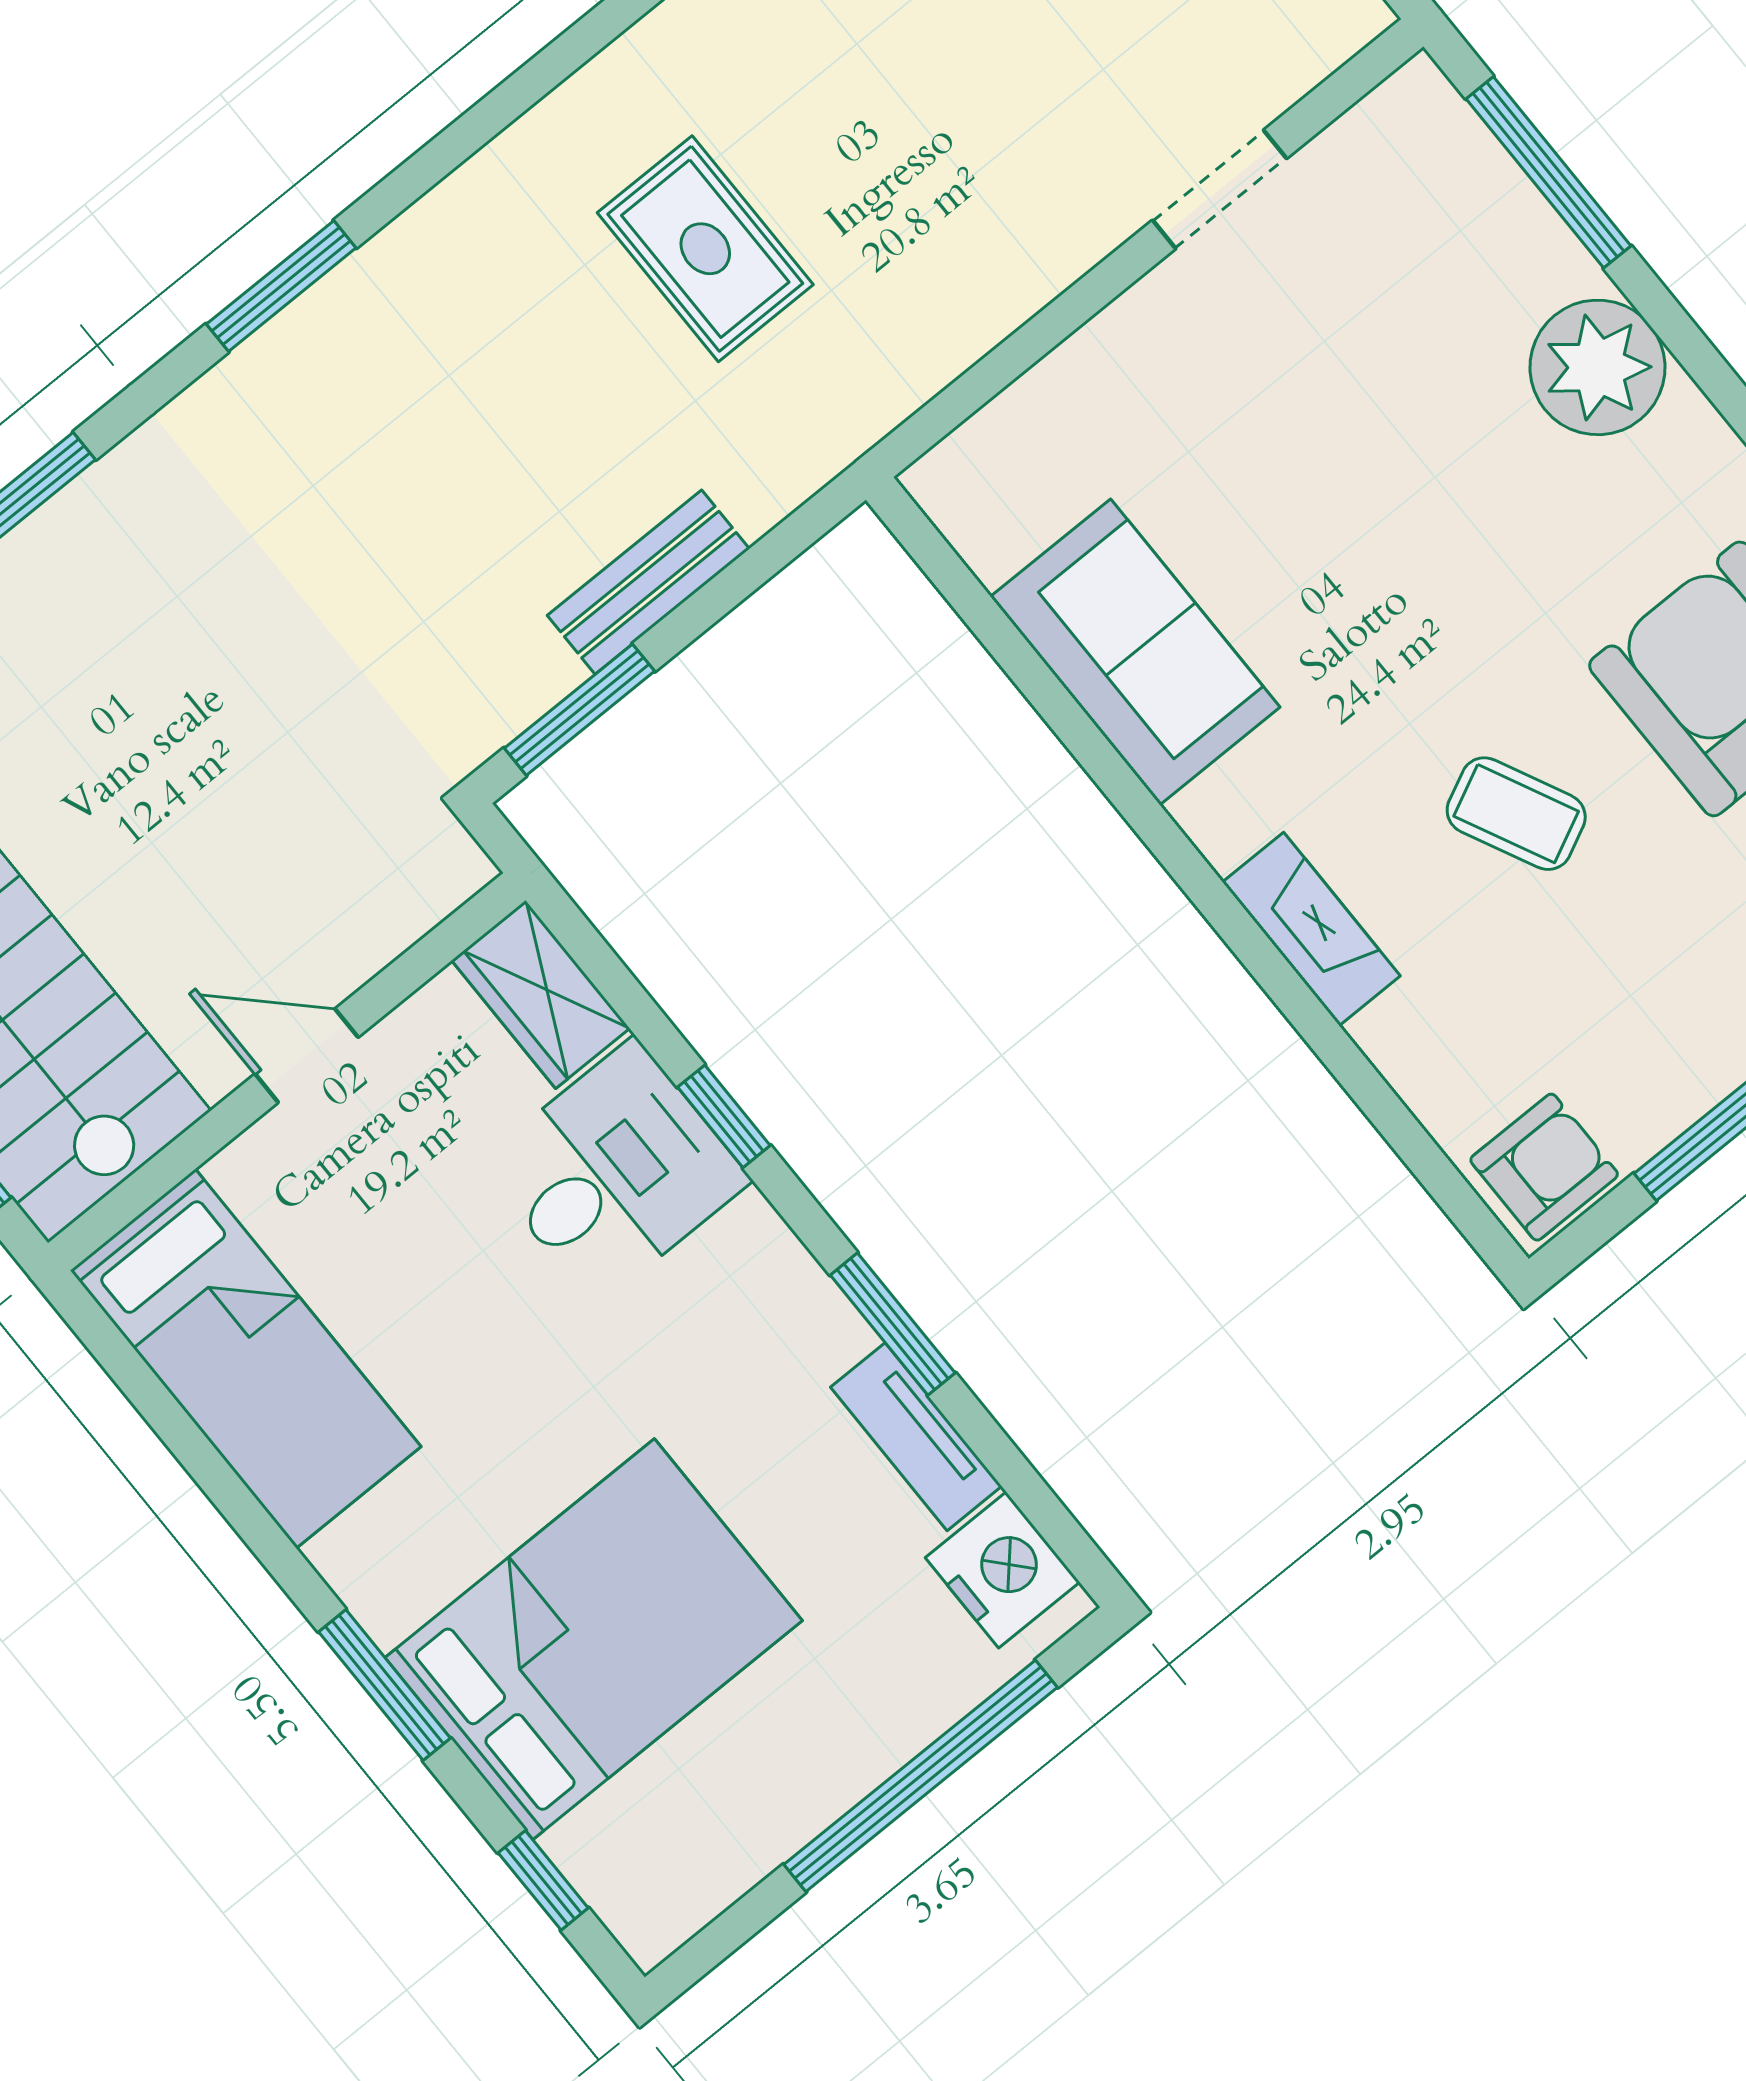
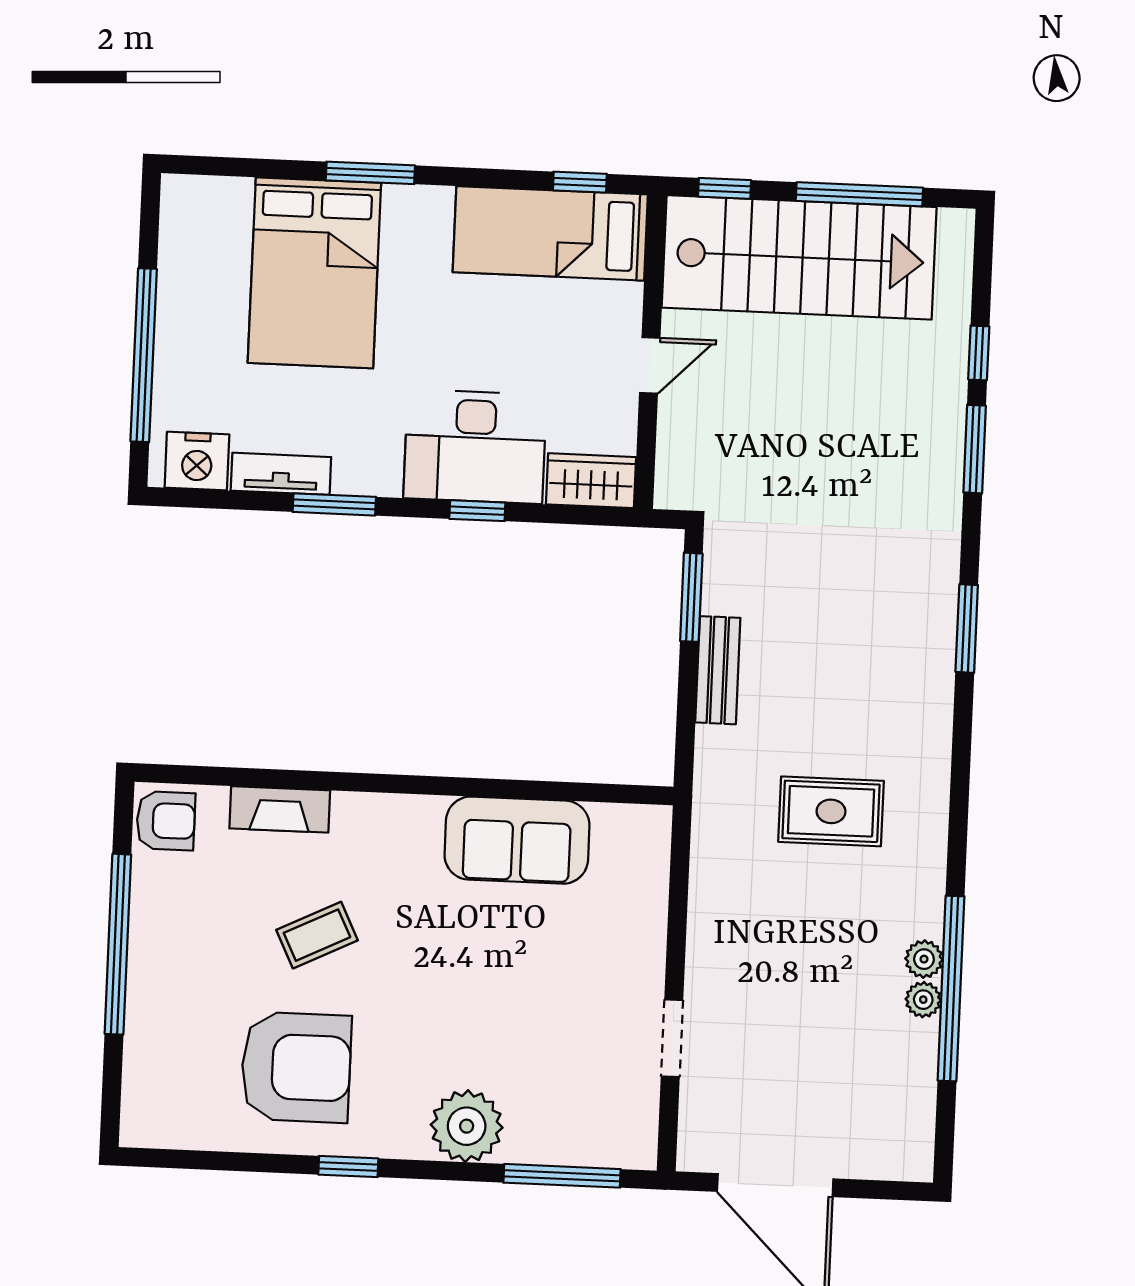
fireplace: (1311, 929) -> (280, 809), moved
armchair: (1544, 1167) -> (166, 821), turned -90
desk: (615, 1172) -> (475, 447), width x1.37
window: (543, 1880) -> (580, 182), moved

